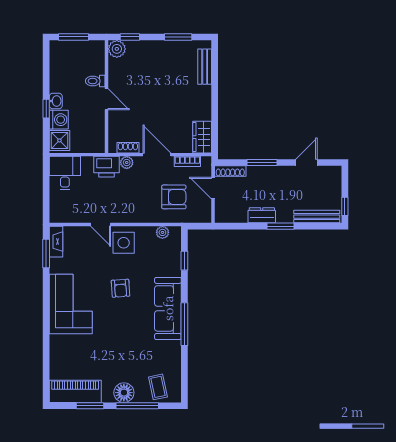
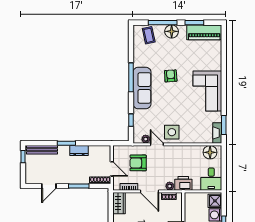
floor lamp: (67, 213) -> (210, 152), added
door: (101, 225) -> (157, 144), moved
armchair: (120, 288) -> (171, 76), moved

